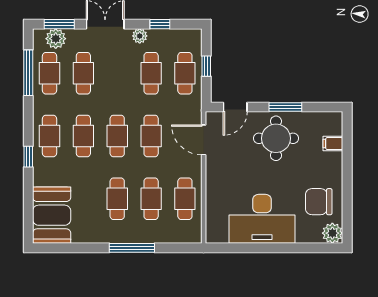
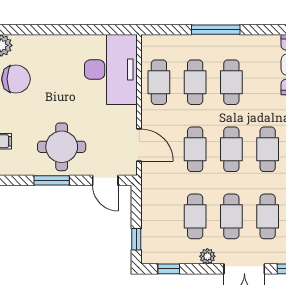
window: (160, 24) -> (169, 269), moved
window: (206, 66) -> (136, 239), moved
cafe table: (185, 73) -> (231, 216), moved
door: (235, 107) -> (105, 180), swing flipped
desk: (262, 219) -> (111, 70), moved, turned 90

